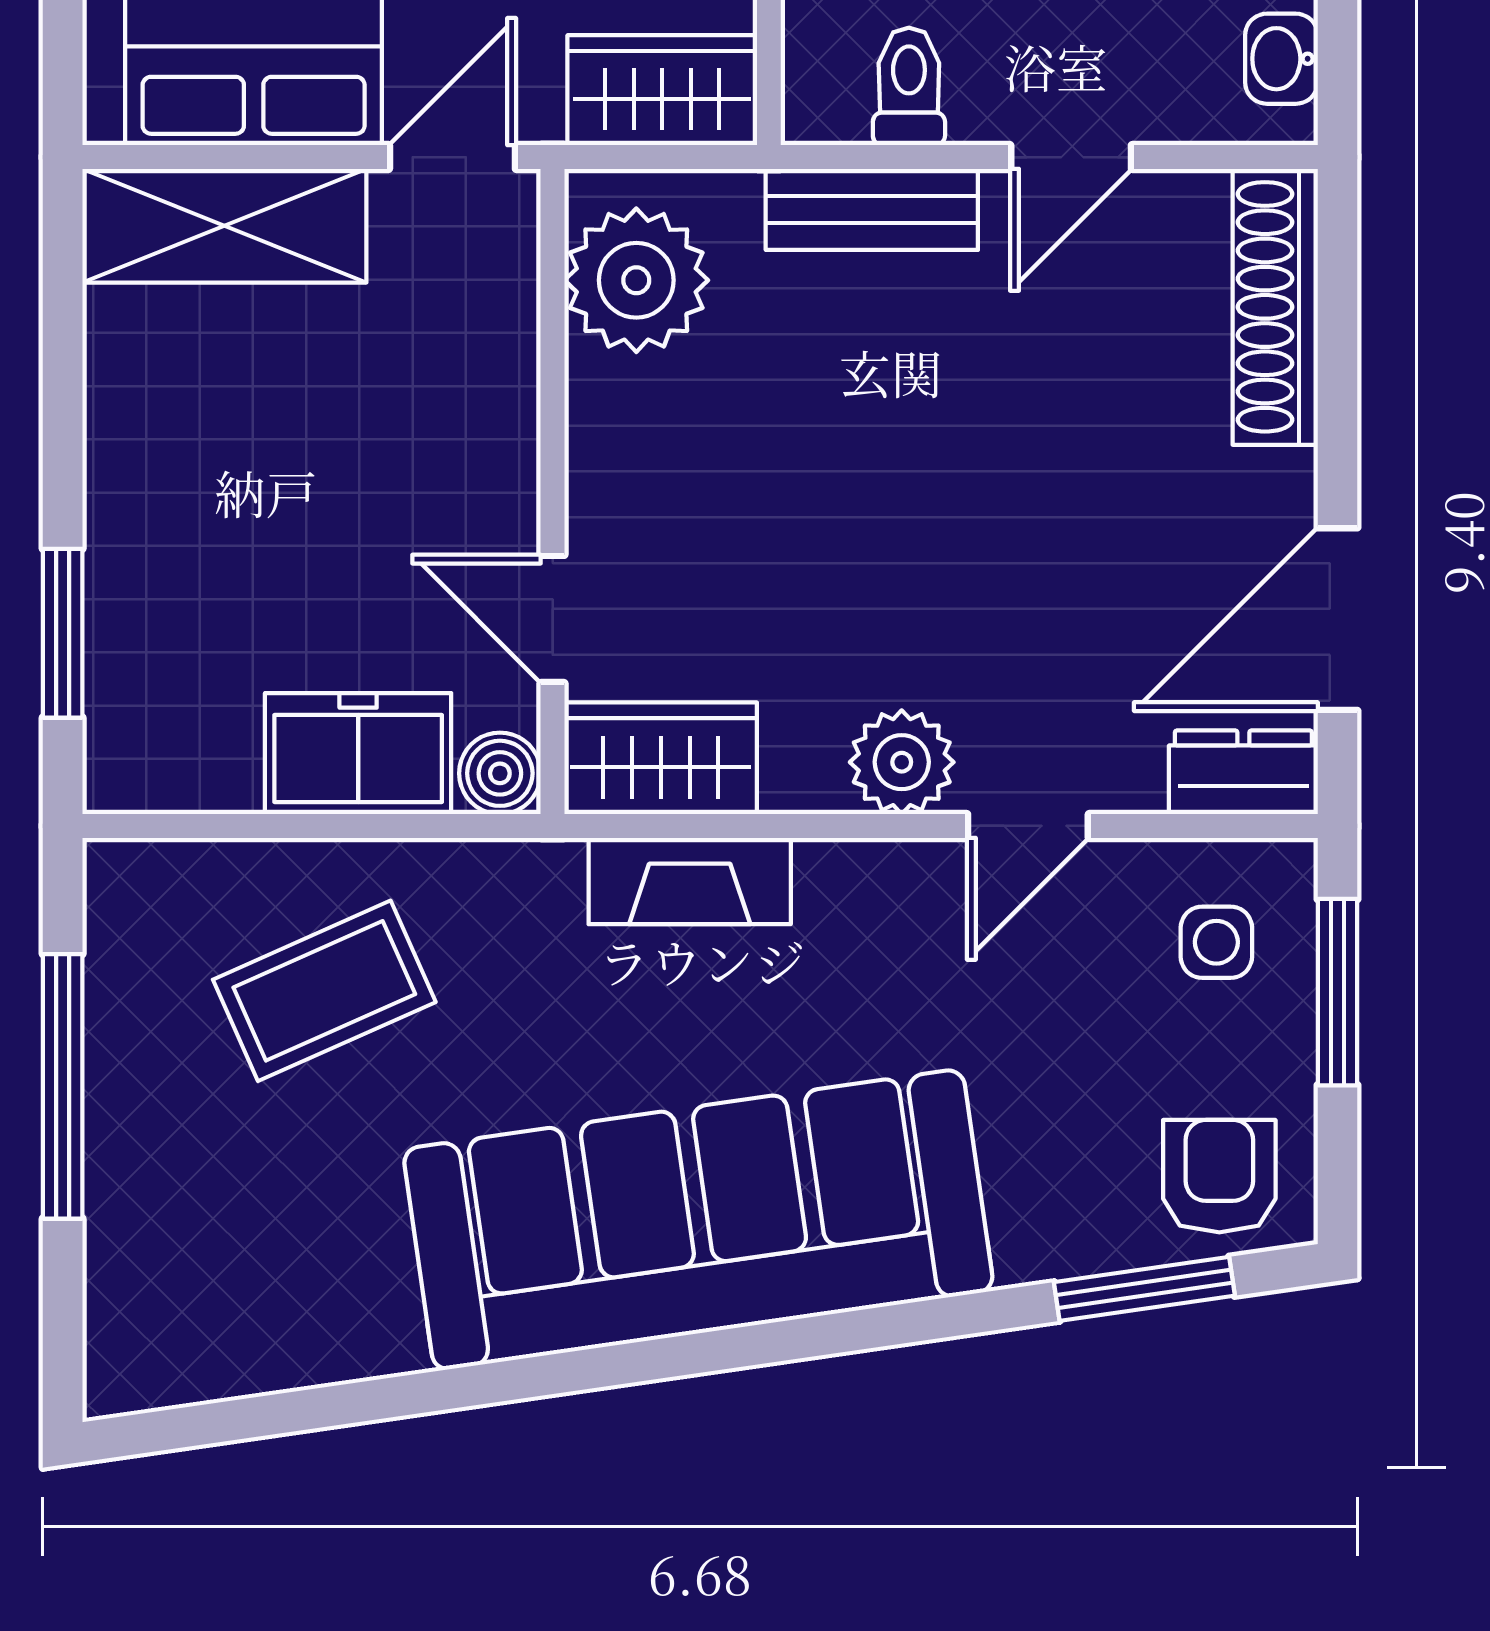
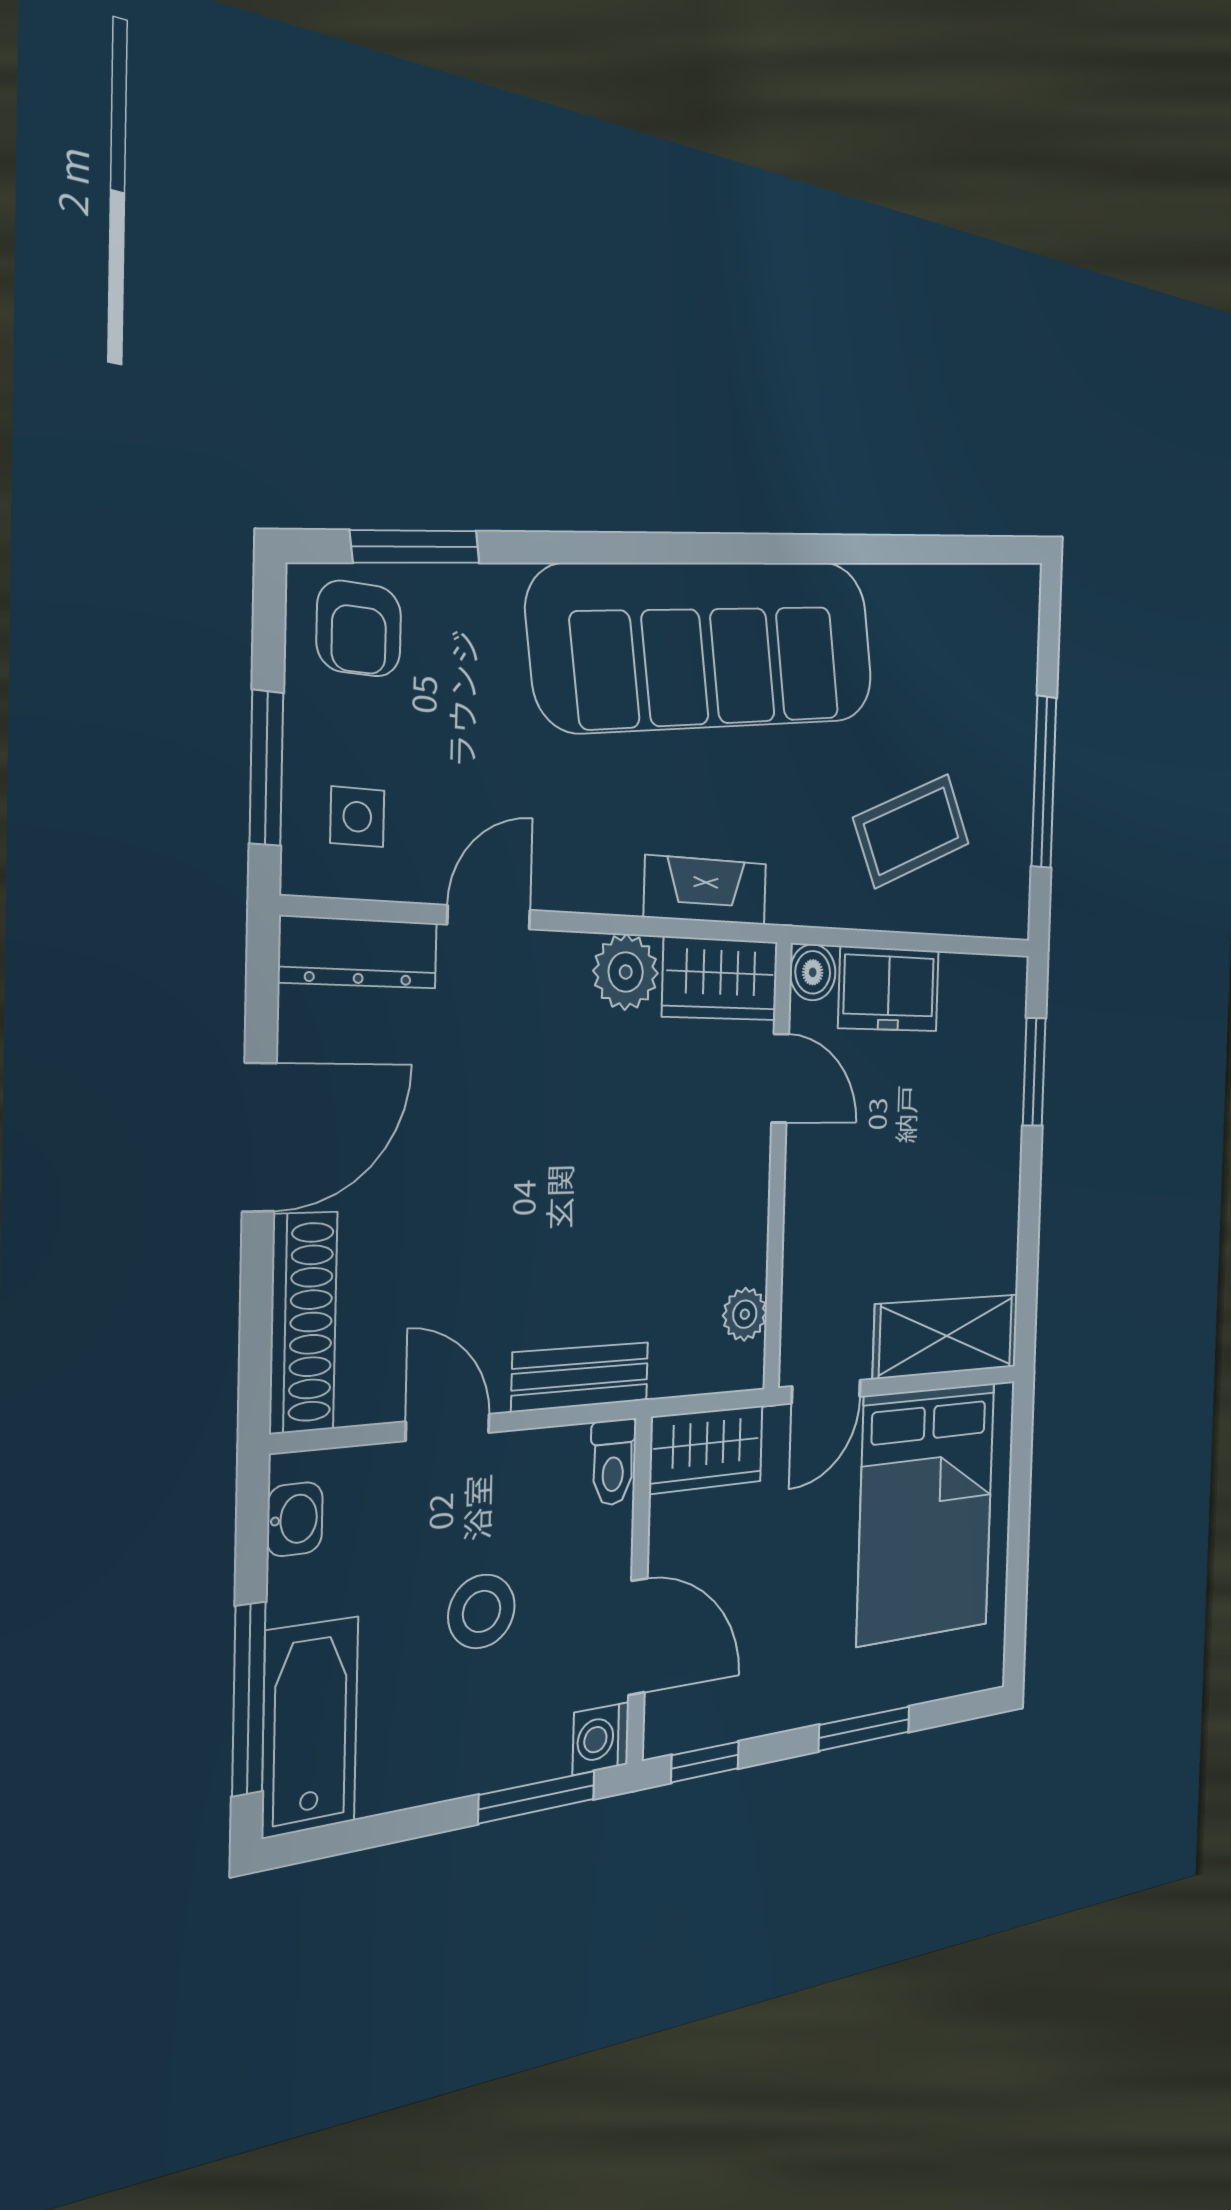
toilet: (909, 86) -> (613, 1462), moved
door: (1071, 157) -> (448, 1427), hinge flipped
plant: (636, 280) -> (745, 1314), width x0.53, depth x0.53
door: (1338, 619) -> (259, 1137), moved
plant: (902, 762) -> (626, 972), moved
dresser: (1243, 772) -> (359, 952), width x1.44

